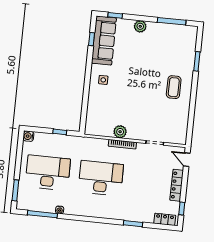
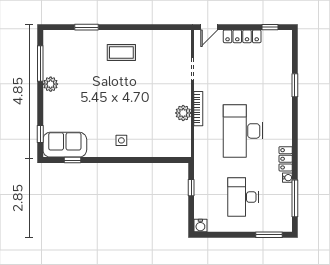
plant: (140, 26) -> (51, 84), moved
sofa: (104, 40) -> (65, 145), width x0.73
desk: (48, 173) -> (243, 197), width x0.73, depth x0.77
locker: (165, 219) -> (286, 159), moved

